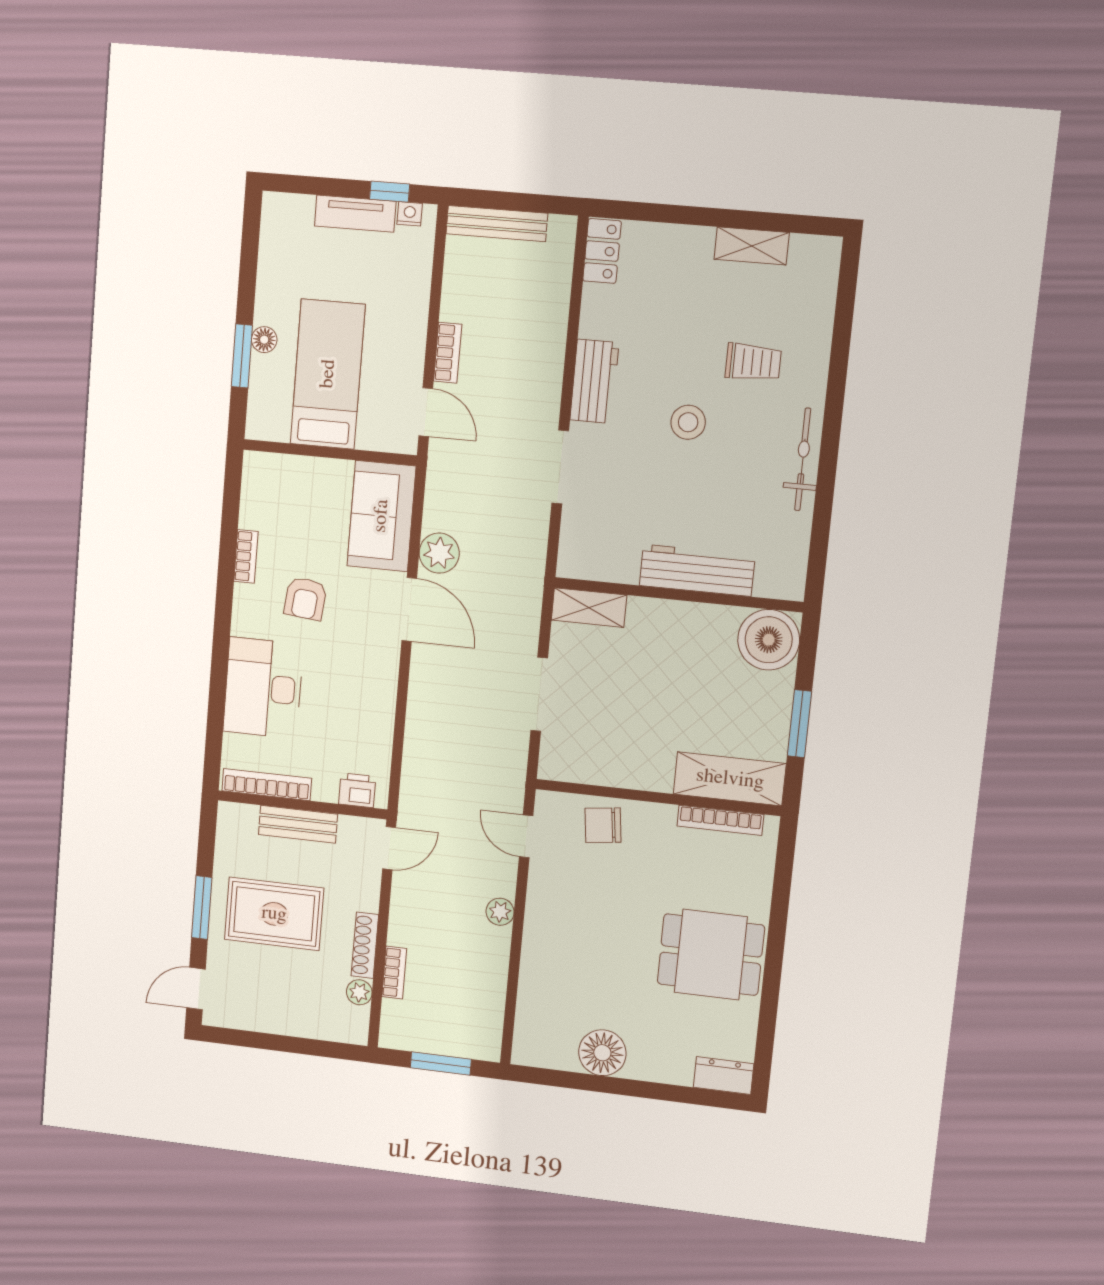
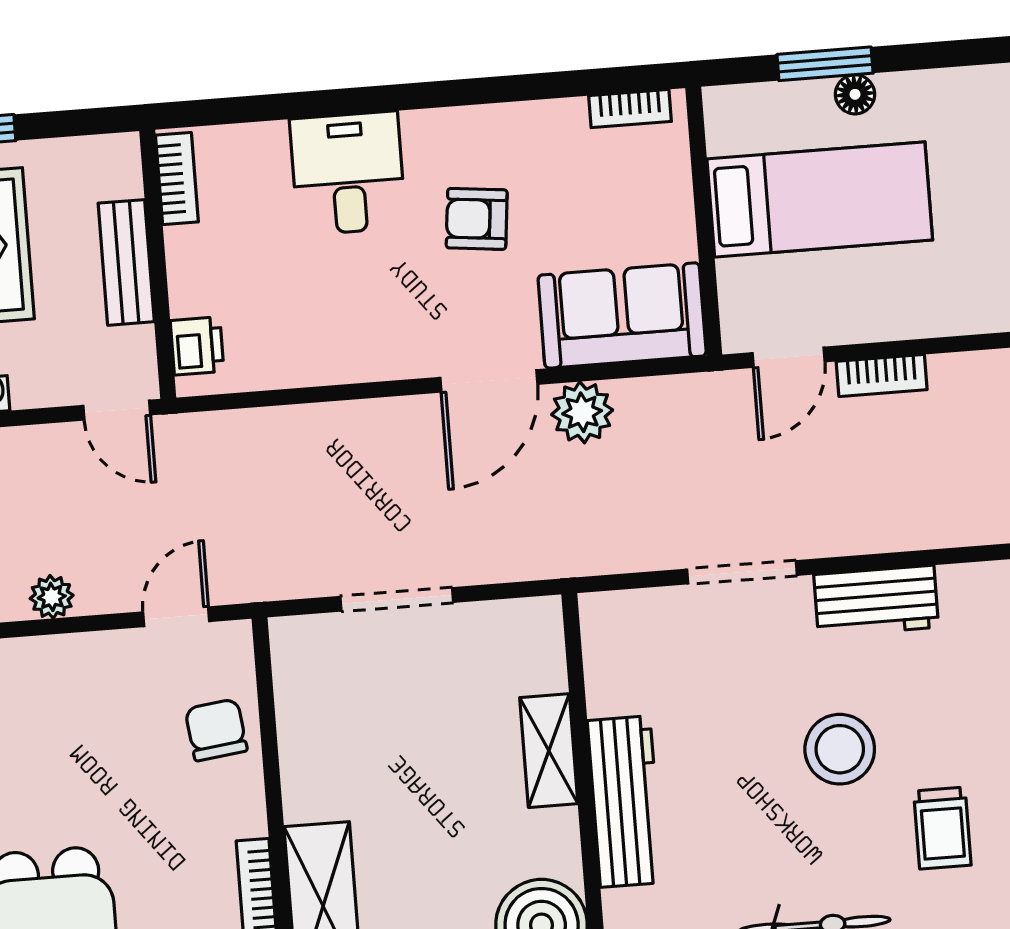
stool: (688, 422) -> (840, 749), width x1.38, depth x1.38
bookcase: (246, 556) -> (630, 109), moved
shelving: (589, 608) -> (549, 751), moved
desk: (263, 688) -> (348, 173), width x0.73
bookcase: (267, 784) -> (177, 179), width x0.64

